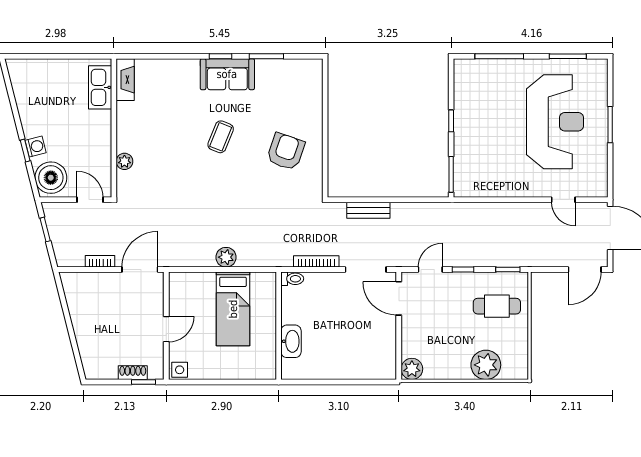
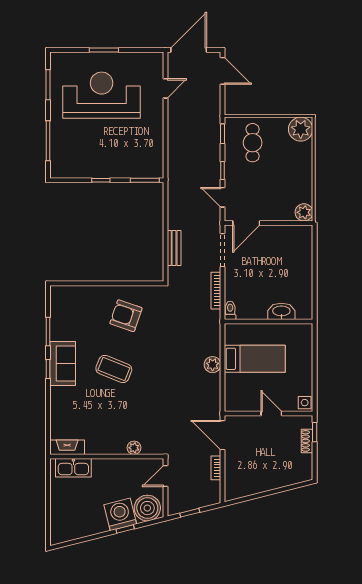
coffee table: (221, 137) -> (114, 369), width x1.36, depth x1.30
washing machine: (36, 146) -> (120, 514), width x1.89, depth x1.89
plant: (486, 365) -> (301, 129), moved

